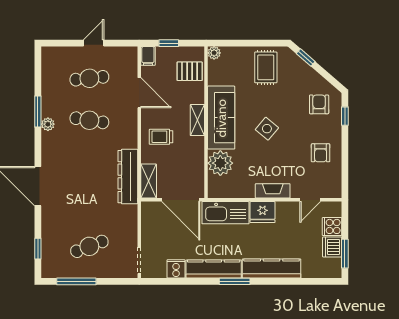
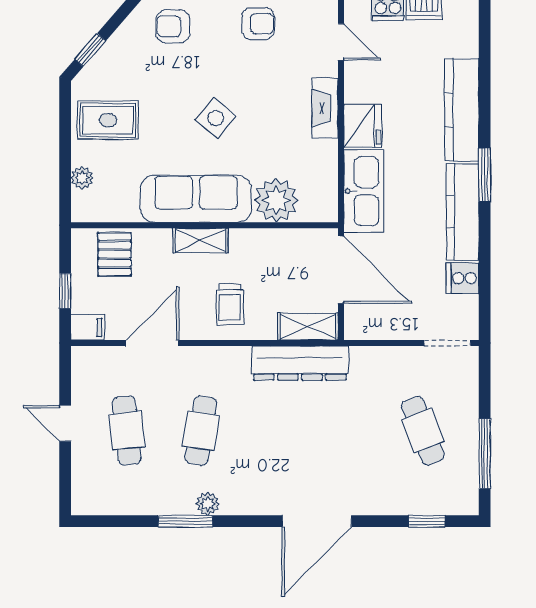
plant: (214, 53) -> (82, 178), moved
door: (181, 200) -> (341, 270), hinge flipped

